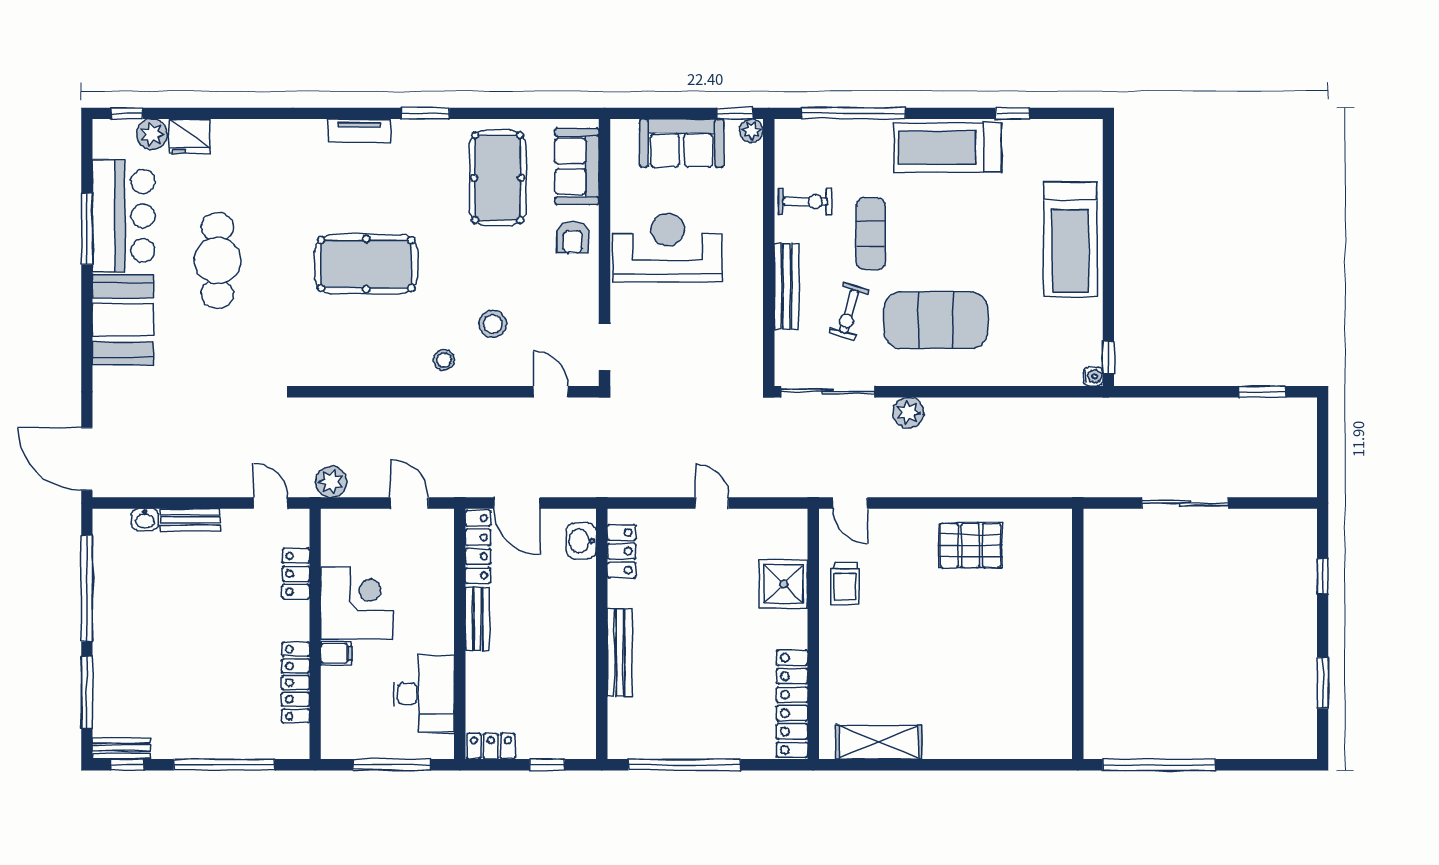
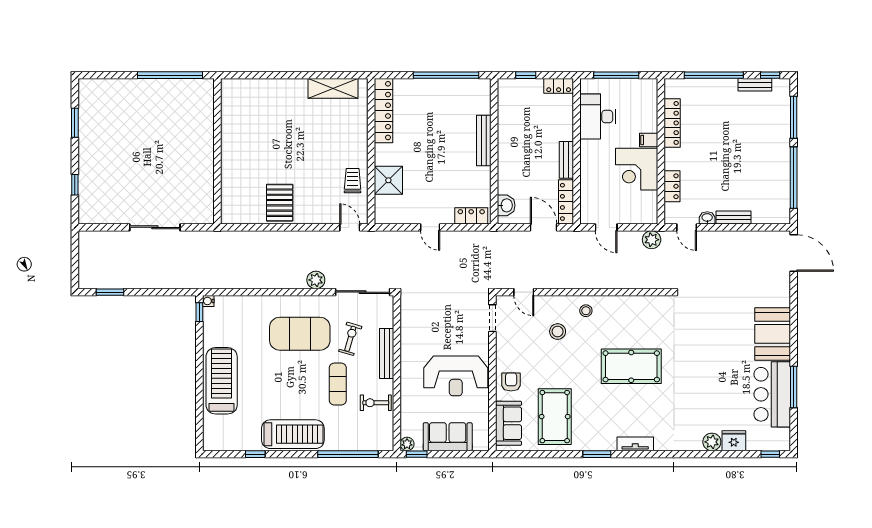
plant: (152, 134) -> (712, 442), moved
cafe table: (217, 261) -> (718, 368), removed
washbasin: (145, 519) -> (707, 218), moved
pallet: (971, 545) -> (280, 203), turned 90
locker: (622, 551) -> (471, 216), moved, turned 90
bench: (121, 748) -> (755, 85), moved

